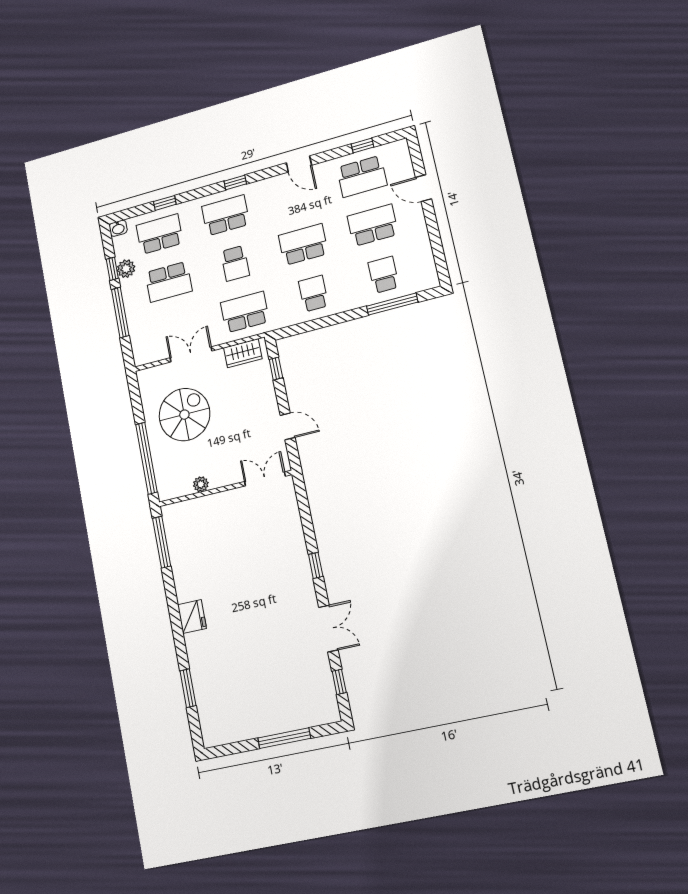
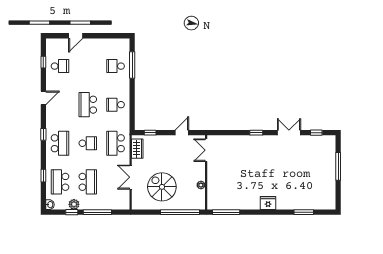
school desk: (362, 176) -> (60, 66), width x0.54
school desk: (226, 215) -> (60, 143), turned 180
school desk: (373, 225) -> (88, 66), removed

